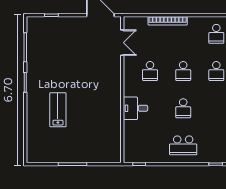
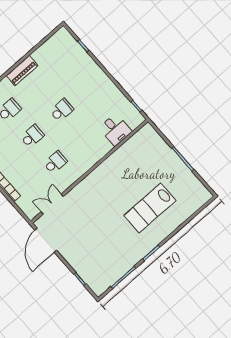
desk: (136, 108) -> (115, 130), moved
lab bench: (58, 110) -> (150, 208), width x1.36, depth x1.39
school desk: (183, 145) -> (91, 84), removed

